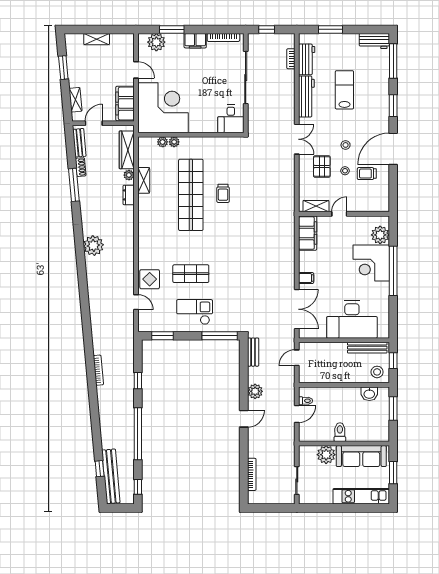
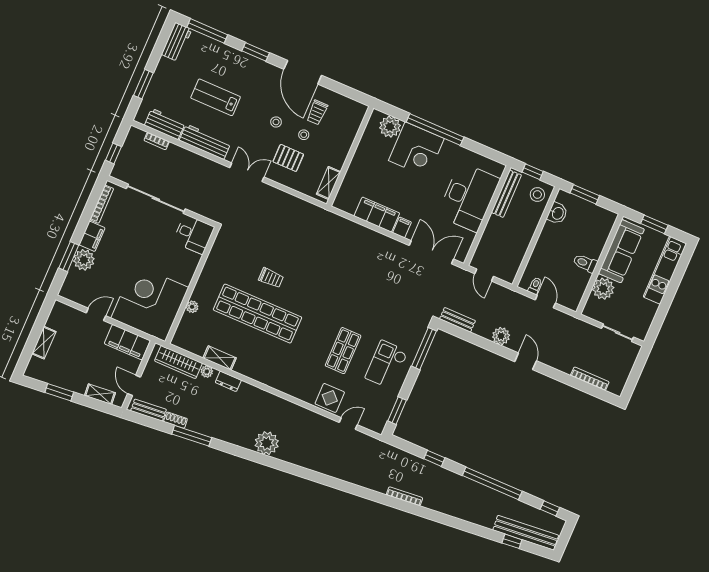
plant: (156, 42) -> (84, 260), moved
plant: (163, 142) -> (187, 319), removed
door: (339, 214) -> (348, 161), removed
filing cabinet: (308, 233) -> (377, 215), moved

